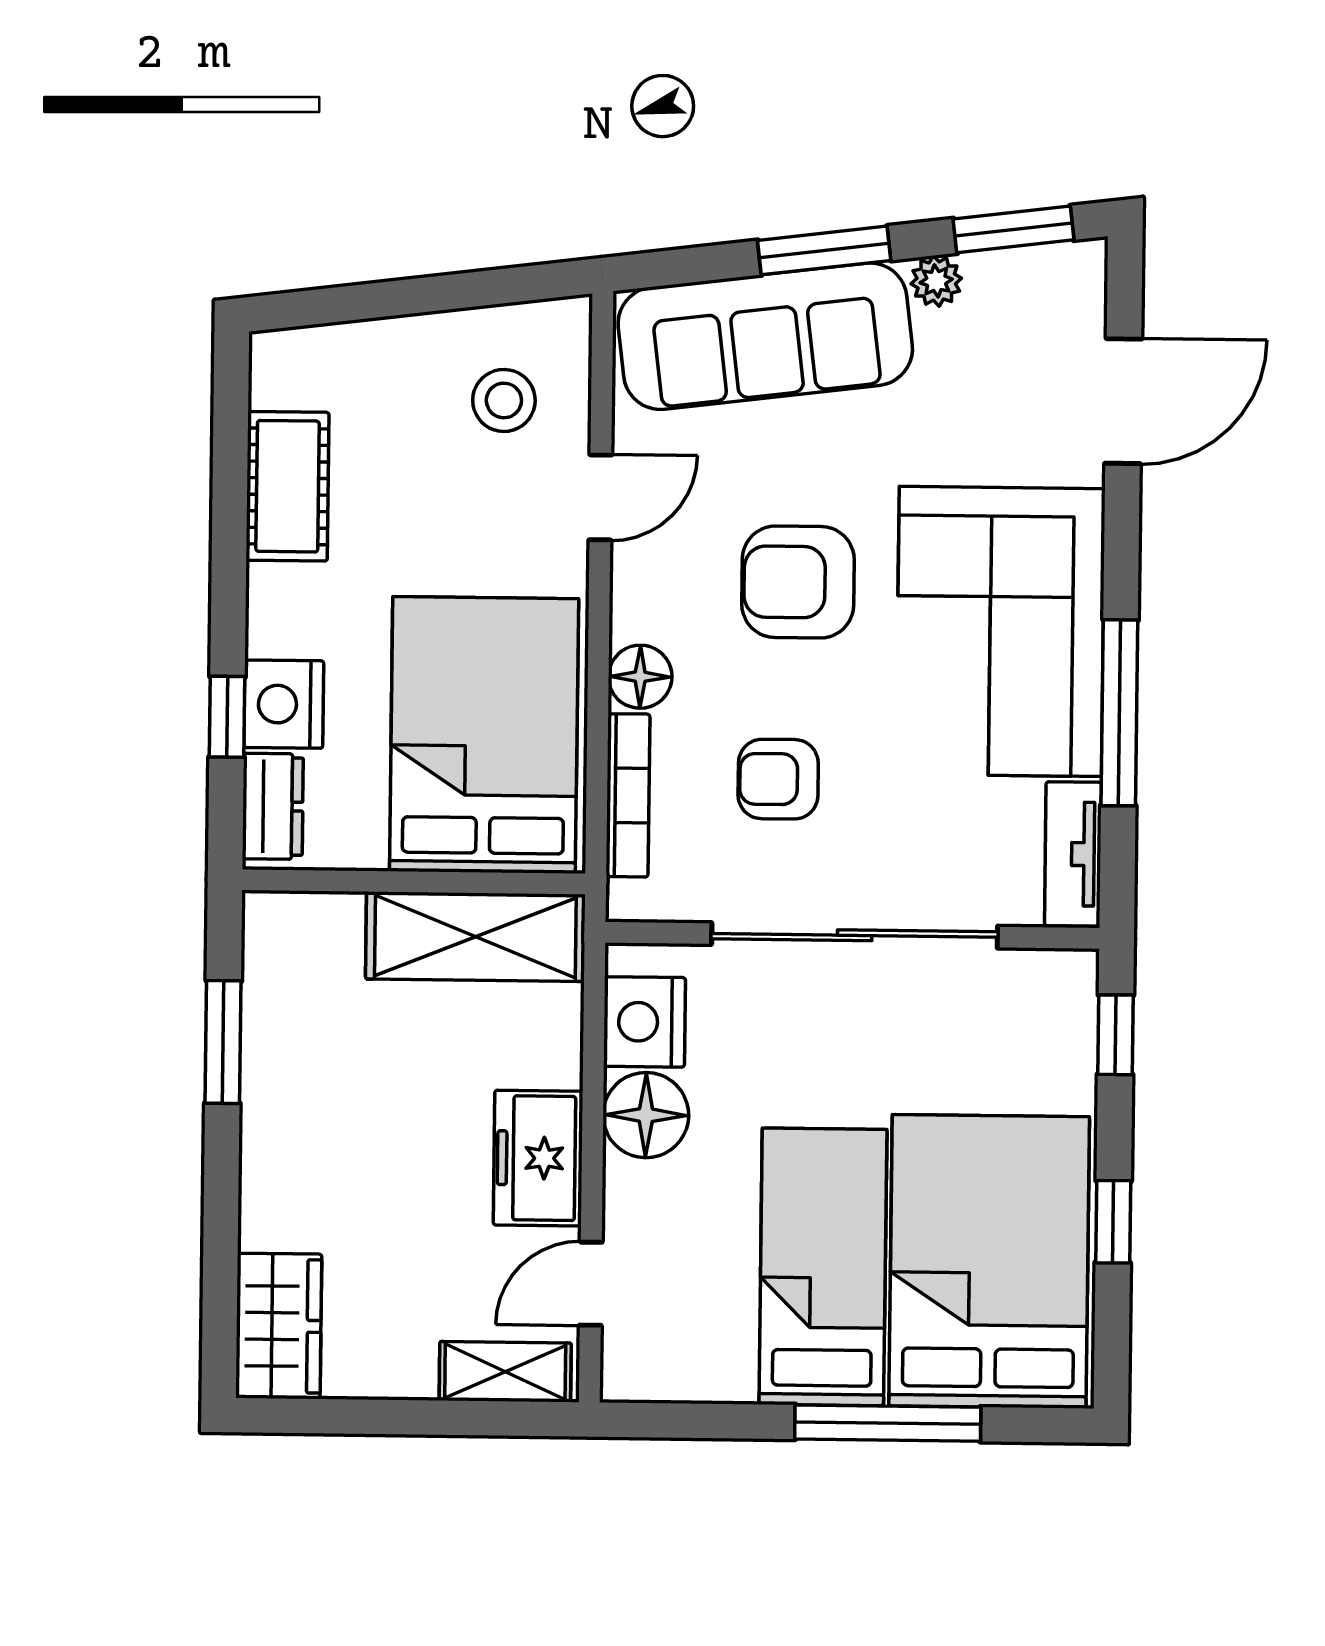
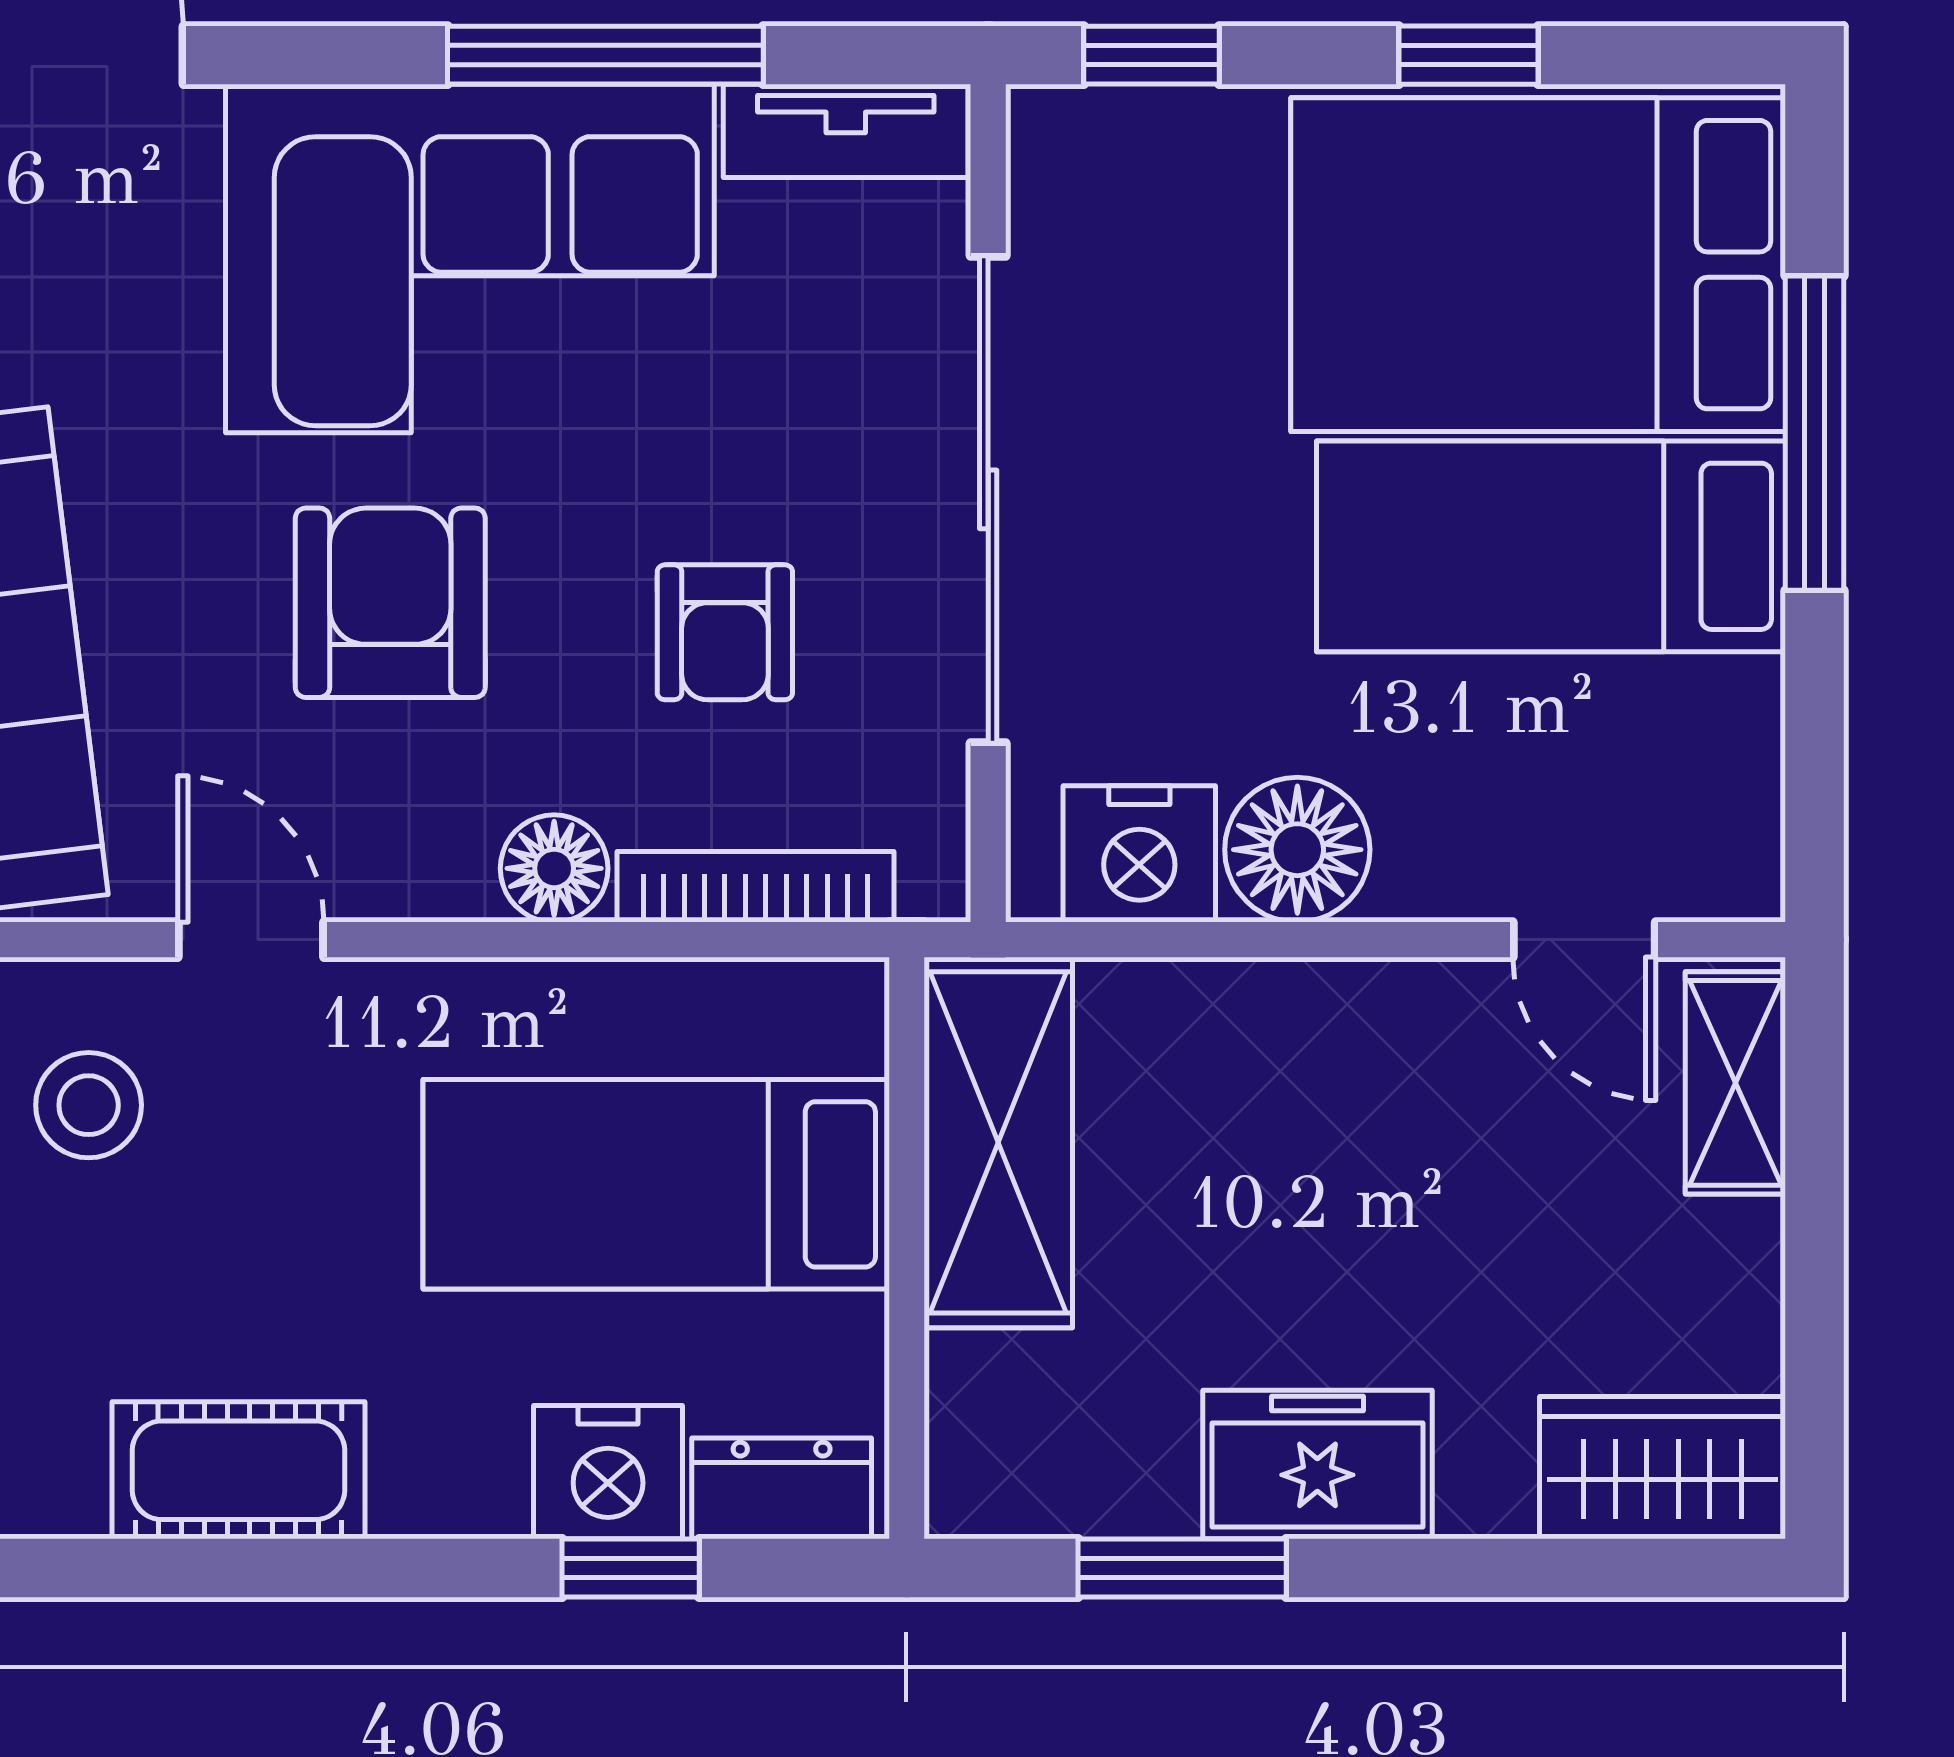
armchair: (798, 582) -> (390, 603), turned 180
bed: (484, 735) -> (656, 1184), width x0.67
freezer: (538, 1158) -> (1317, 1465), moved, turned 180

